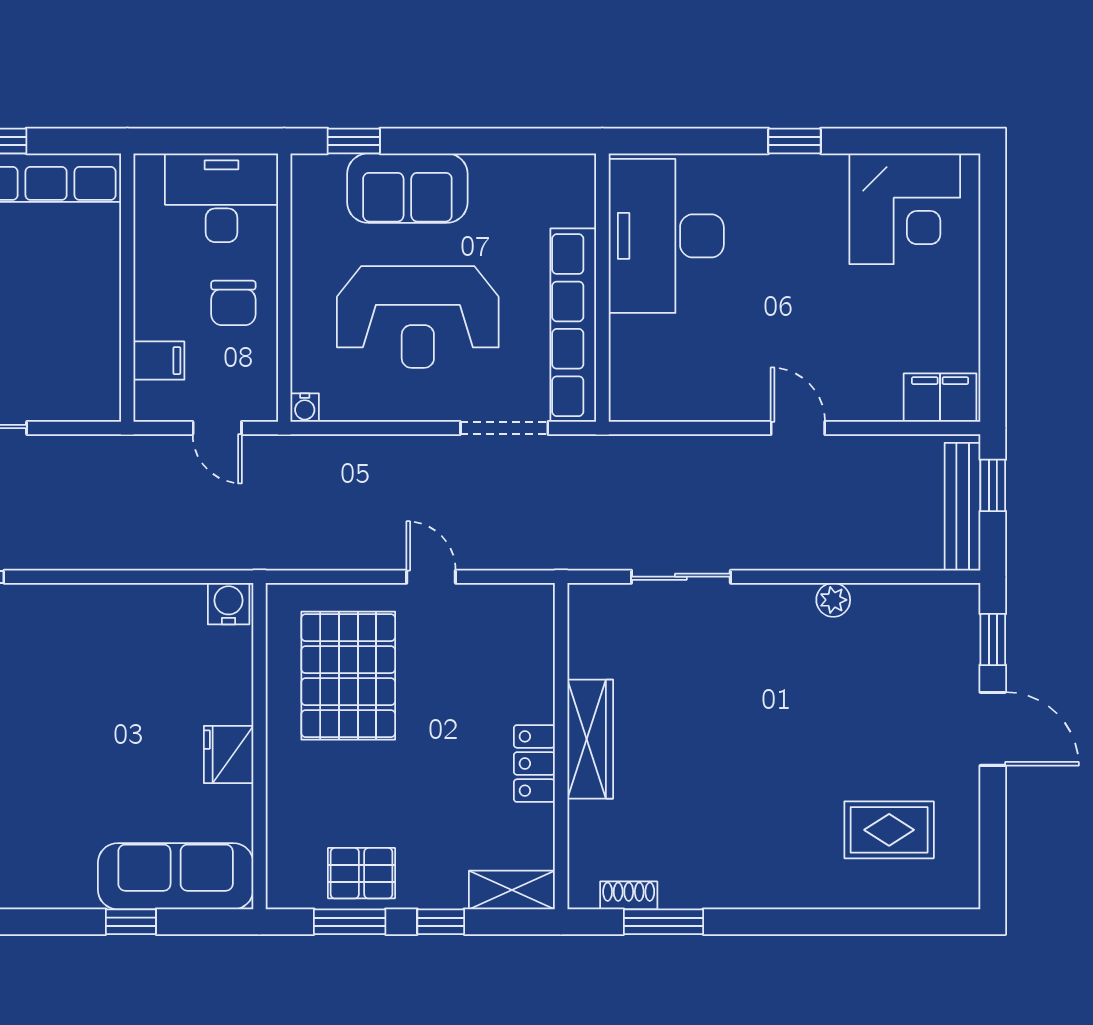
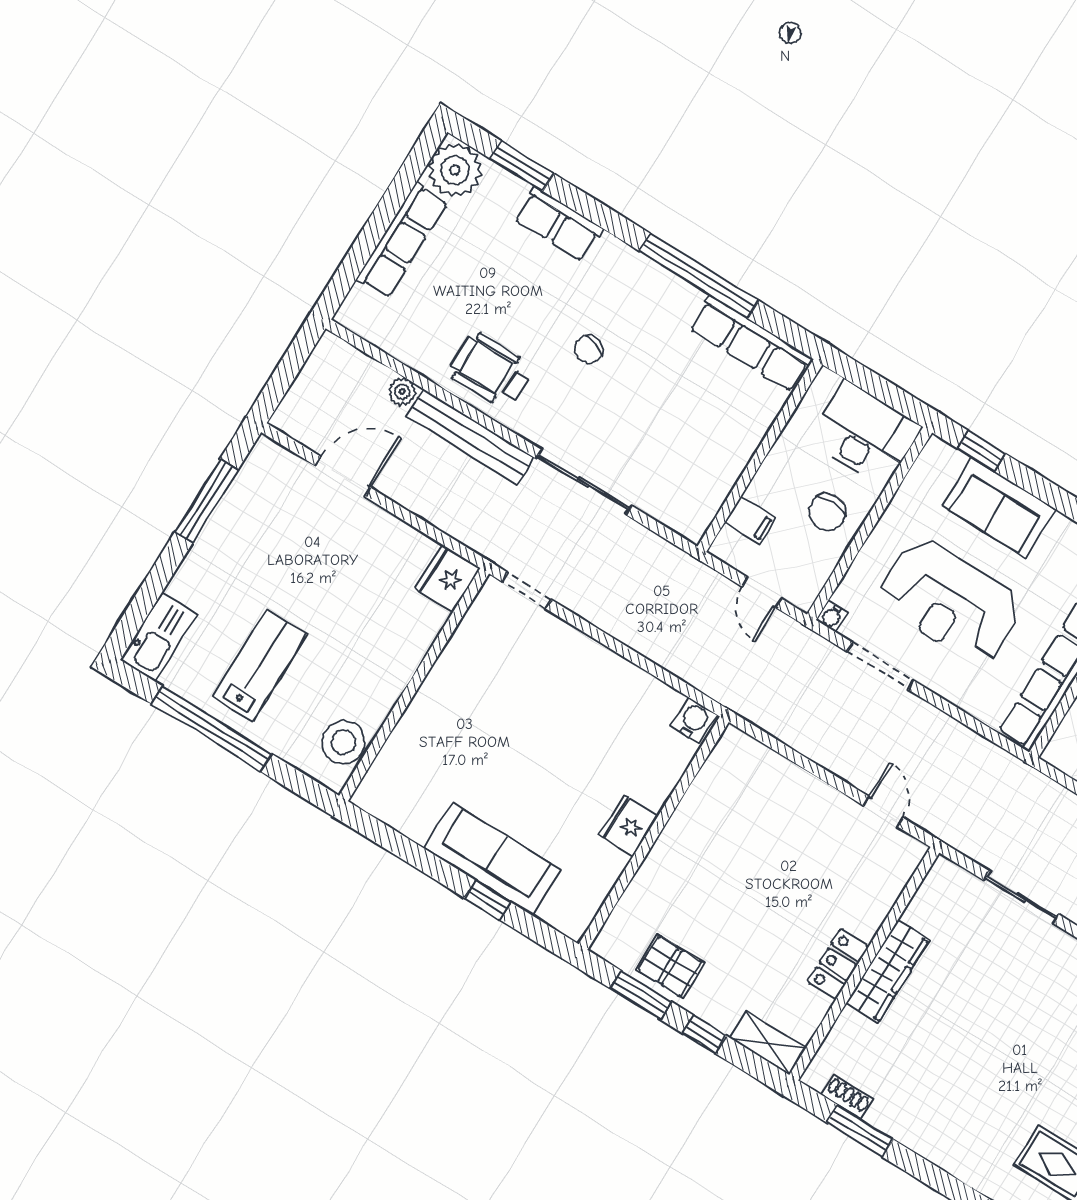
doorway: (504, 428) -> (880, 666), moved
door: (431, 577) -> (883, 812), moved
pallet: (348, 676) -> (746, 822), removed
sofa: (176, 876) -> (493, 859), moved

